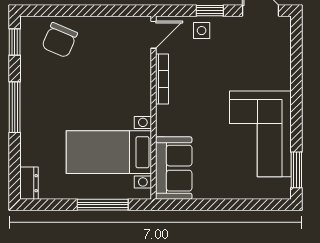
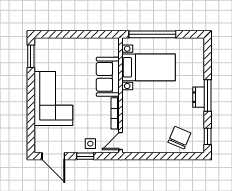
corner sofa: (260, 134) -> (53, 99), moved
sofa: (174, 168) -> (108, 77), moved
dresser: (29, 183) -> (199, 97), moved
window: (103, 205) -> (152, 34), width x1.46

